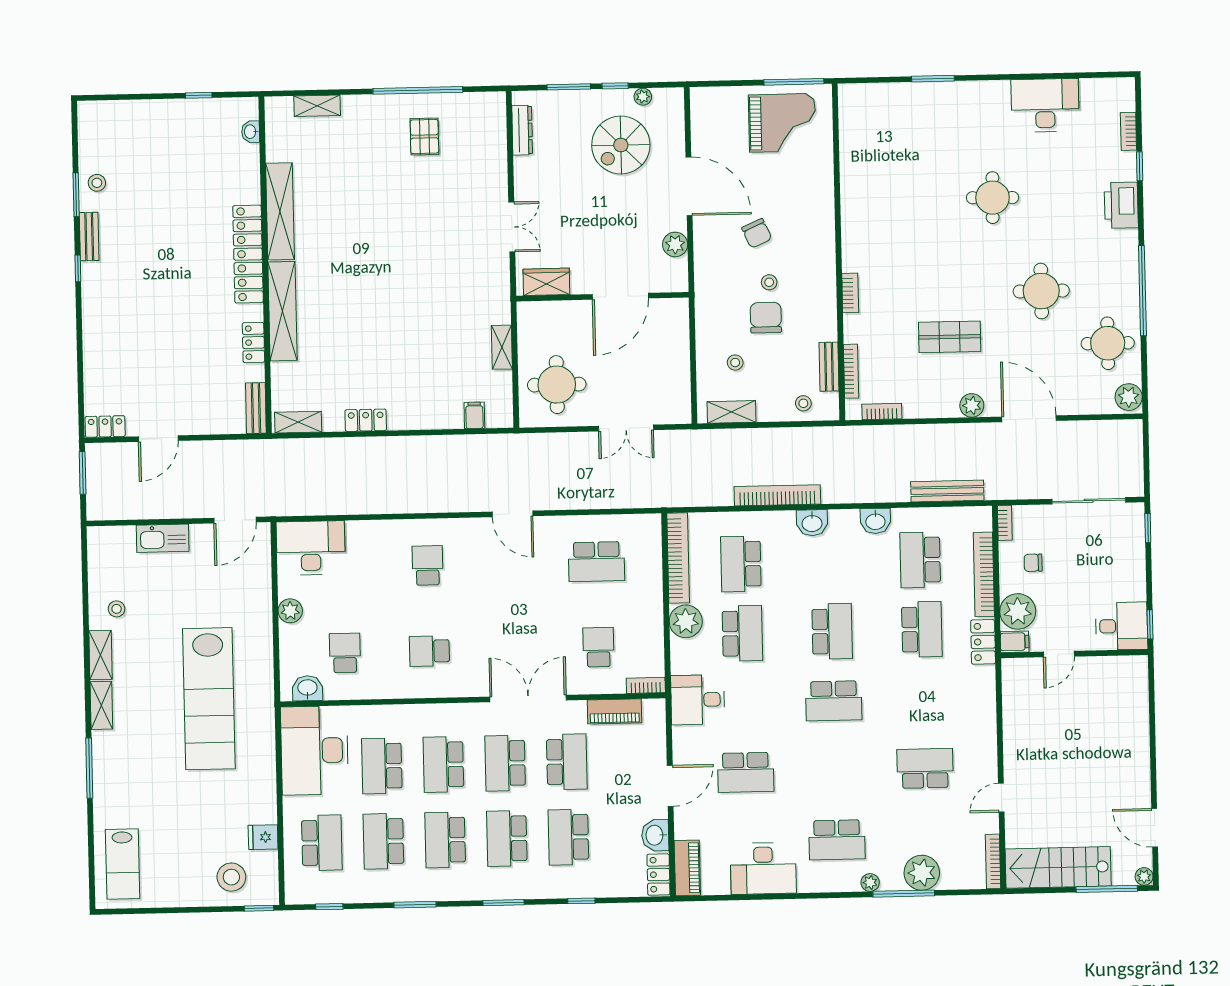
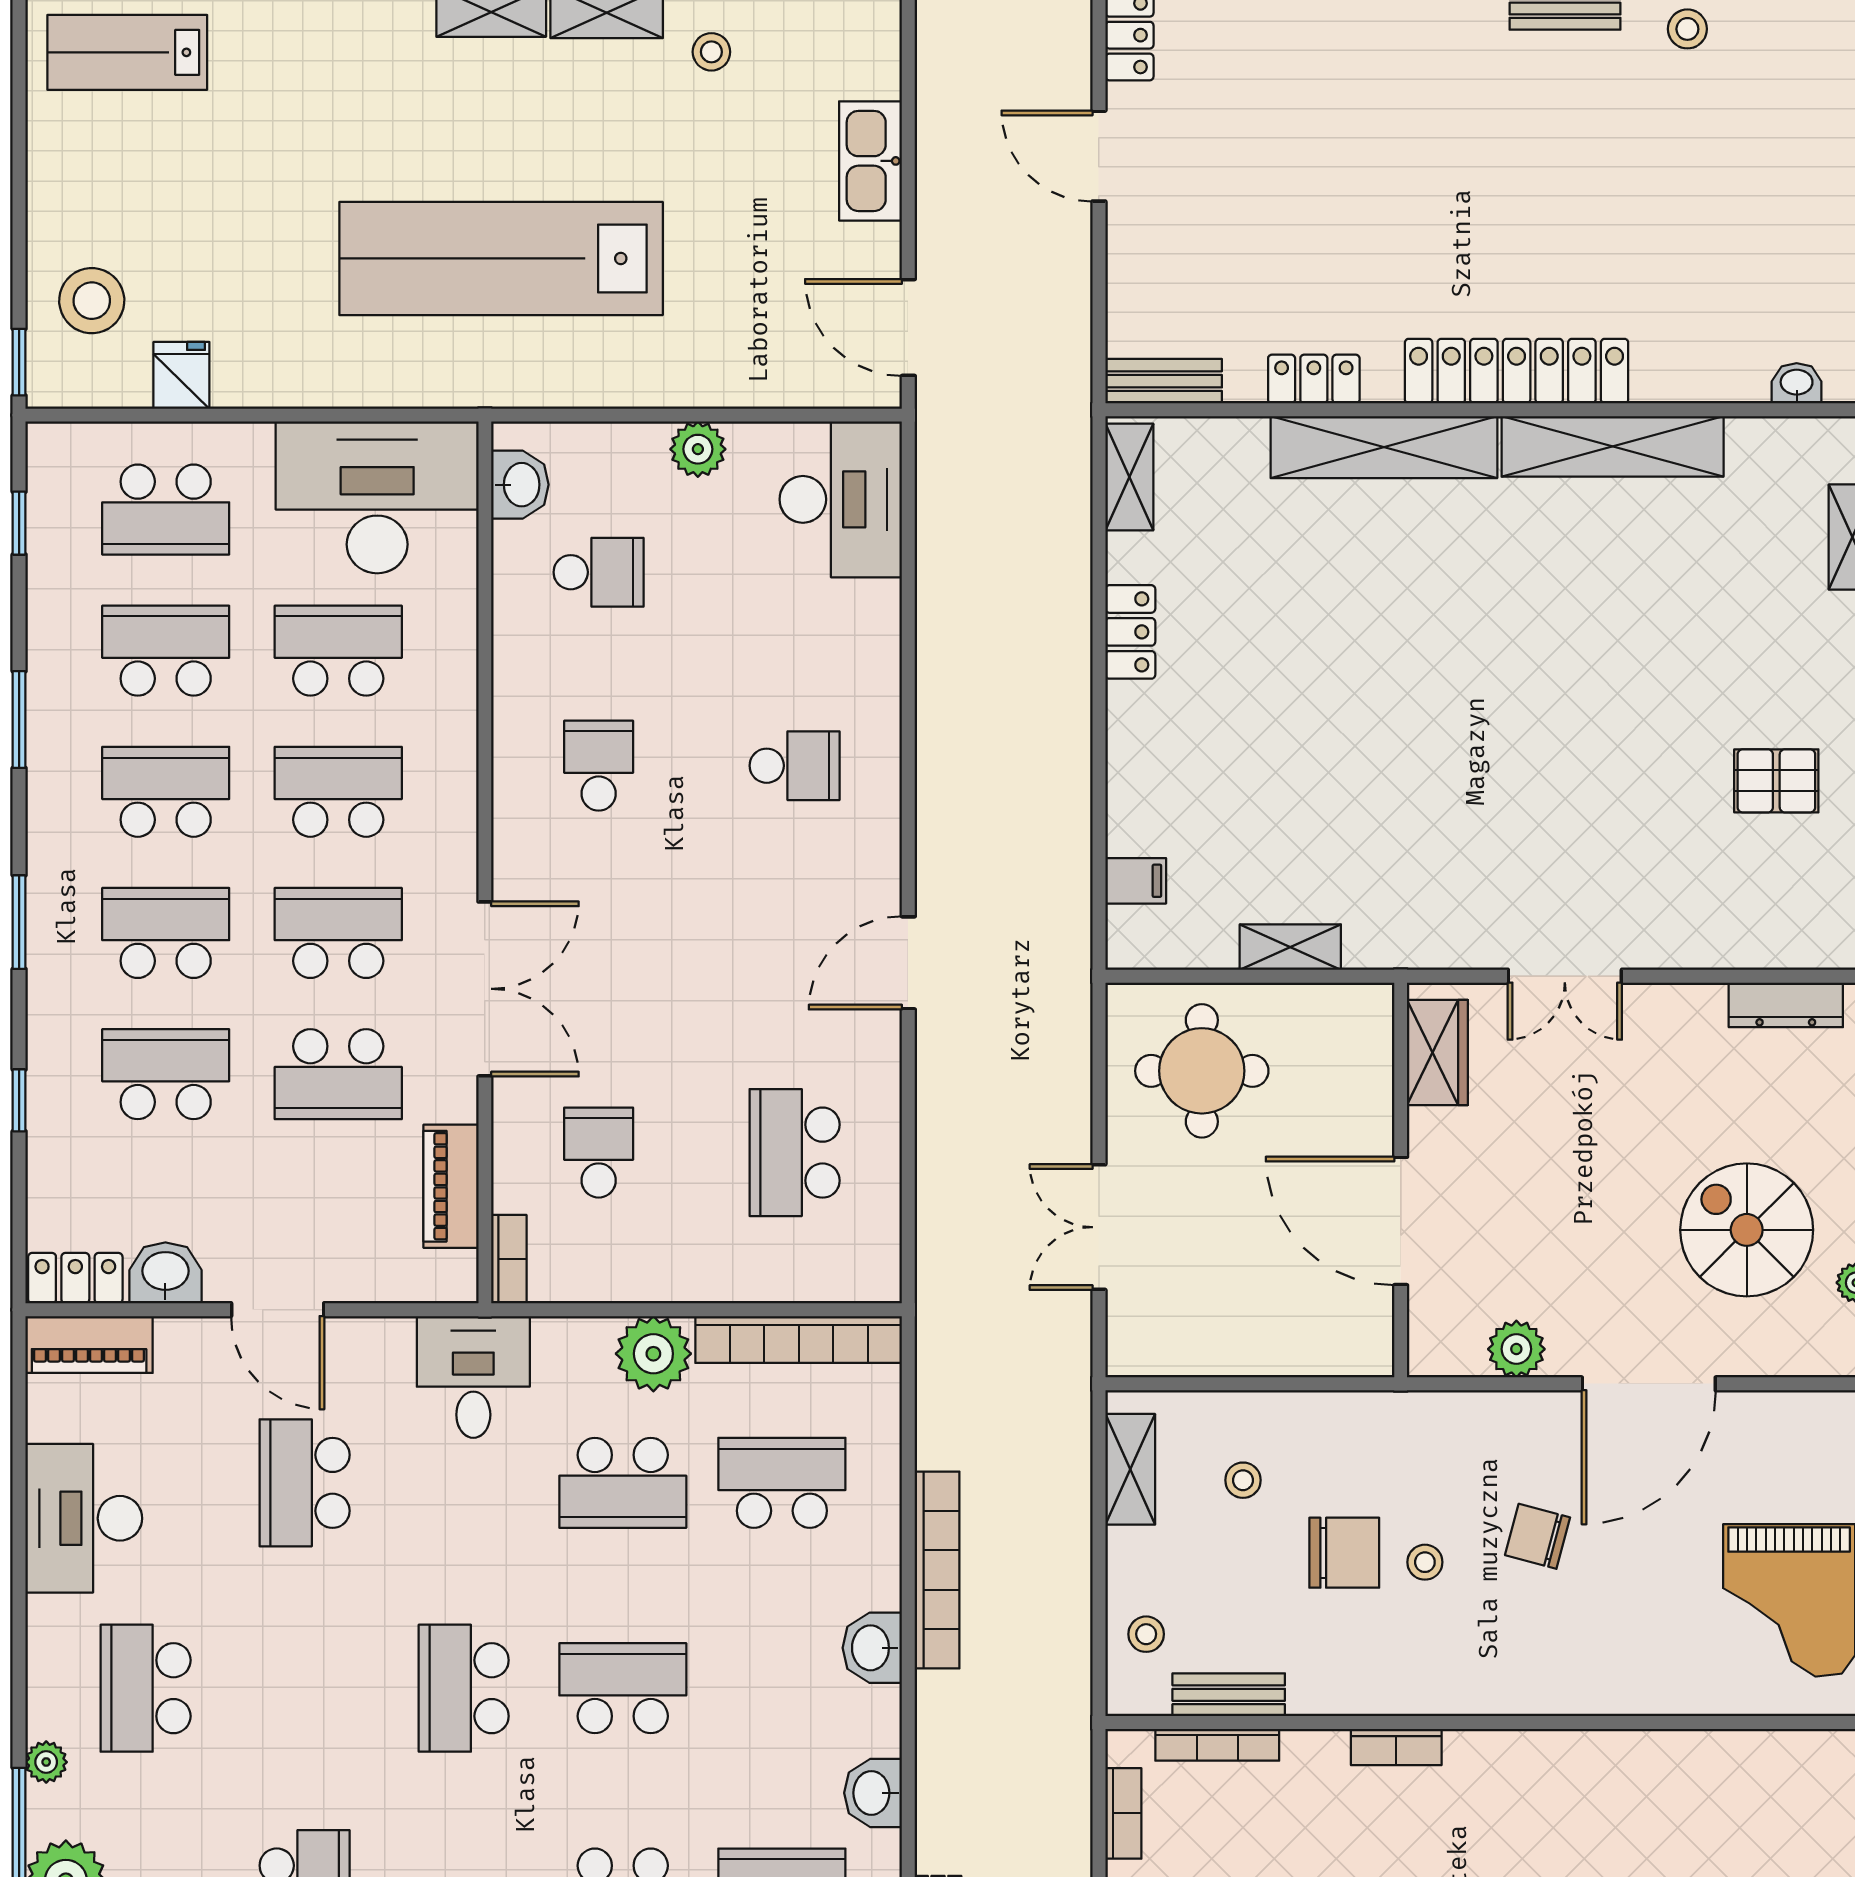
chair: (757, 233) -> (1538, 1536), turned 39
school desk: (832, 631) -> (623, 1688), turned 180
school desk: (598, 647) -> (599, 1153), turned -90

